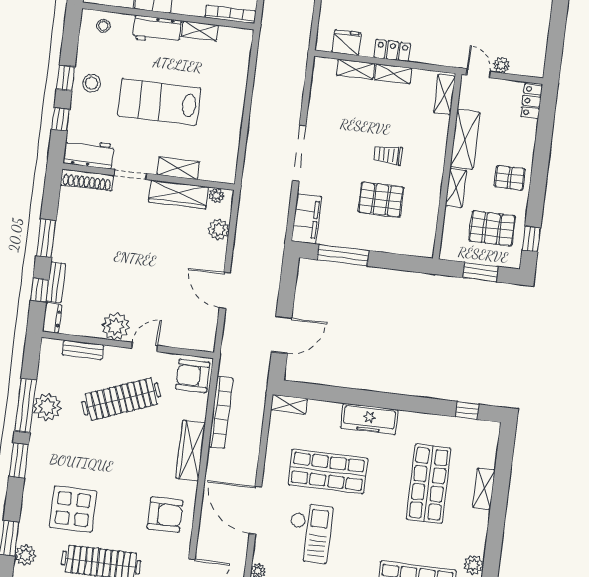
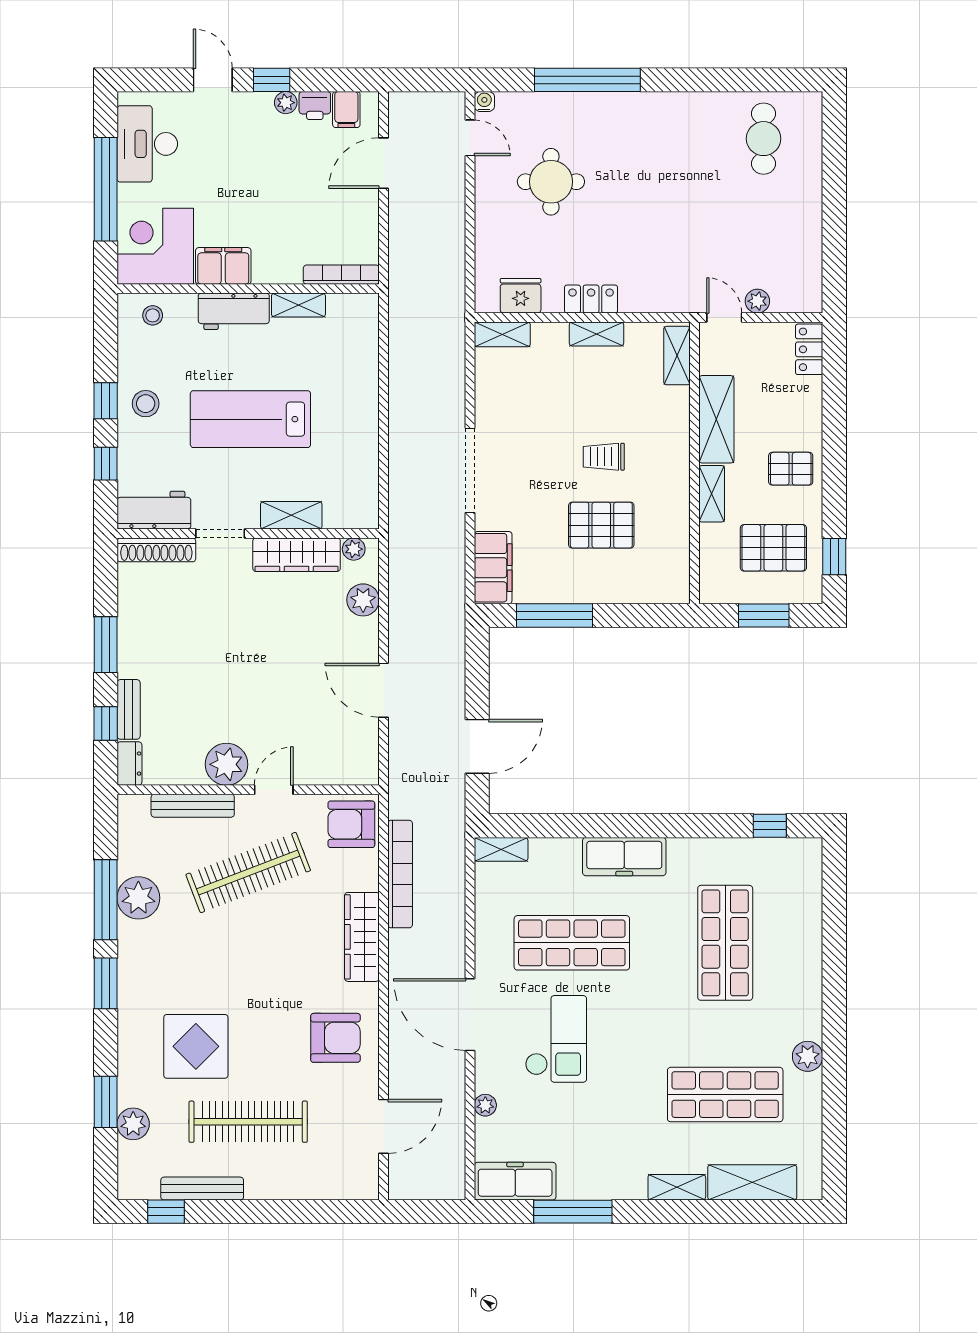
shelving: (355, 69) -> (502, 334), moved
bench: (83, 350) -> (193, 806), width x1.36
shelving: (484, 489) -> (809, 940), removed

